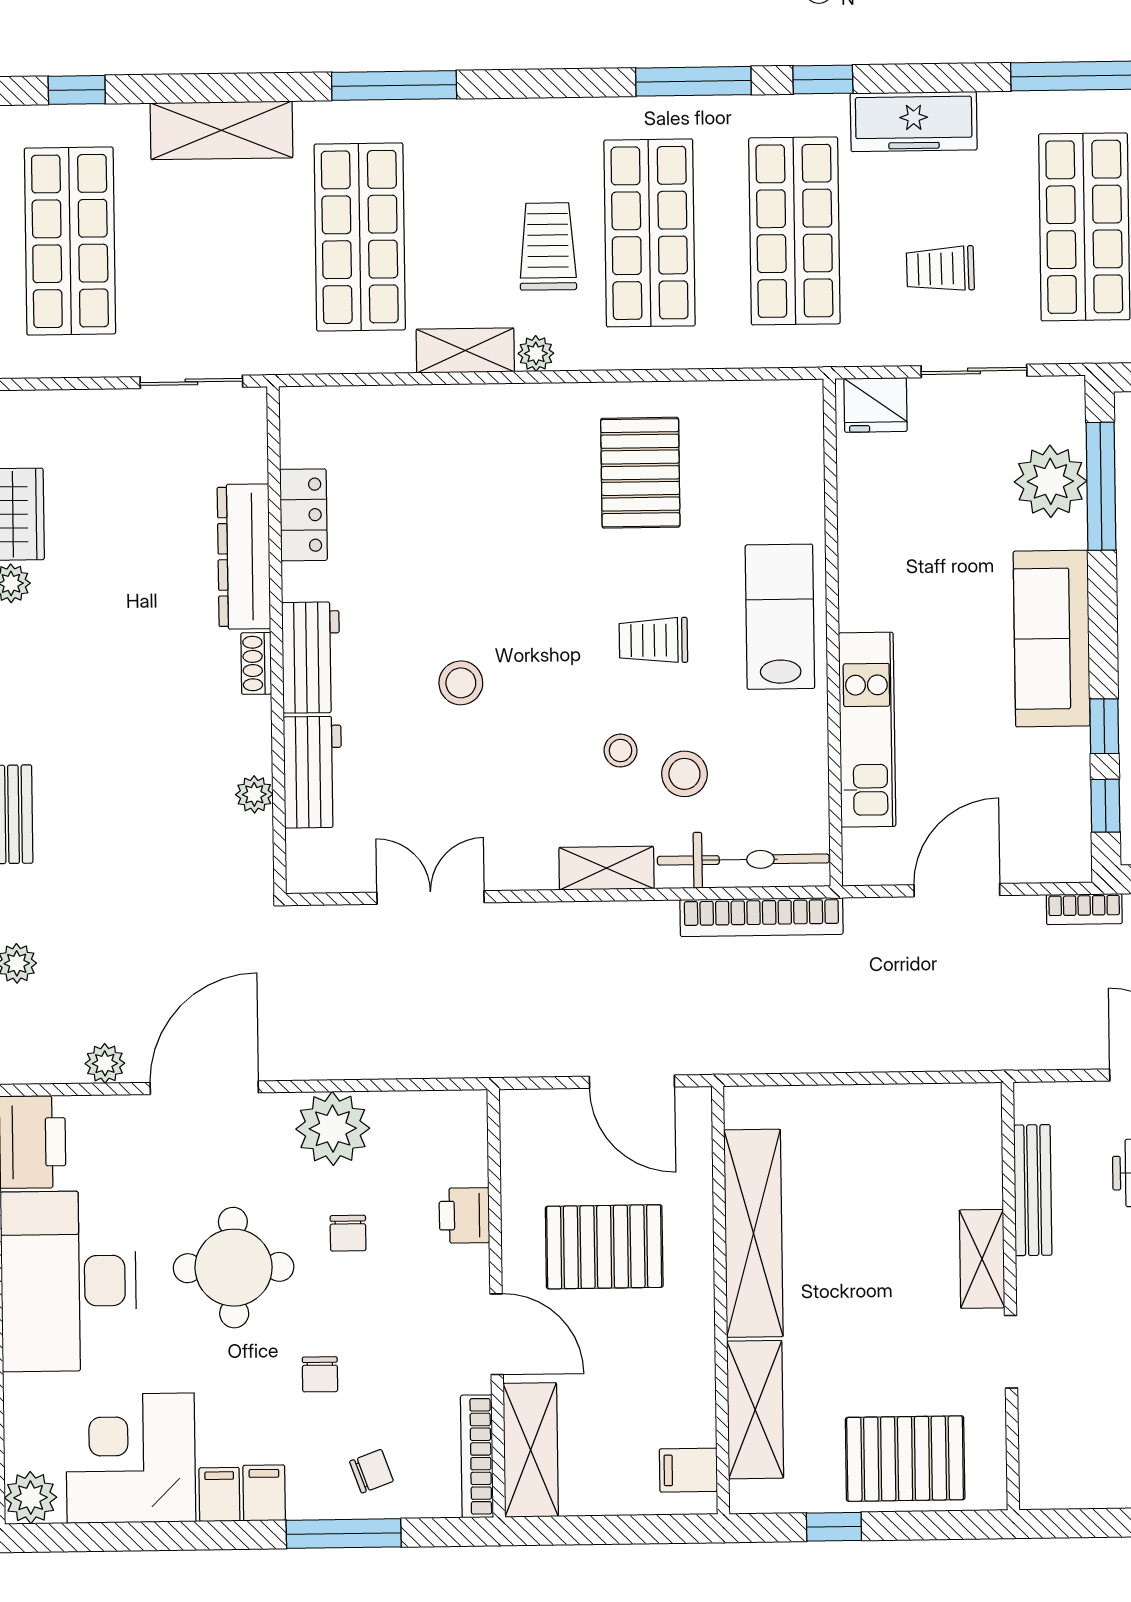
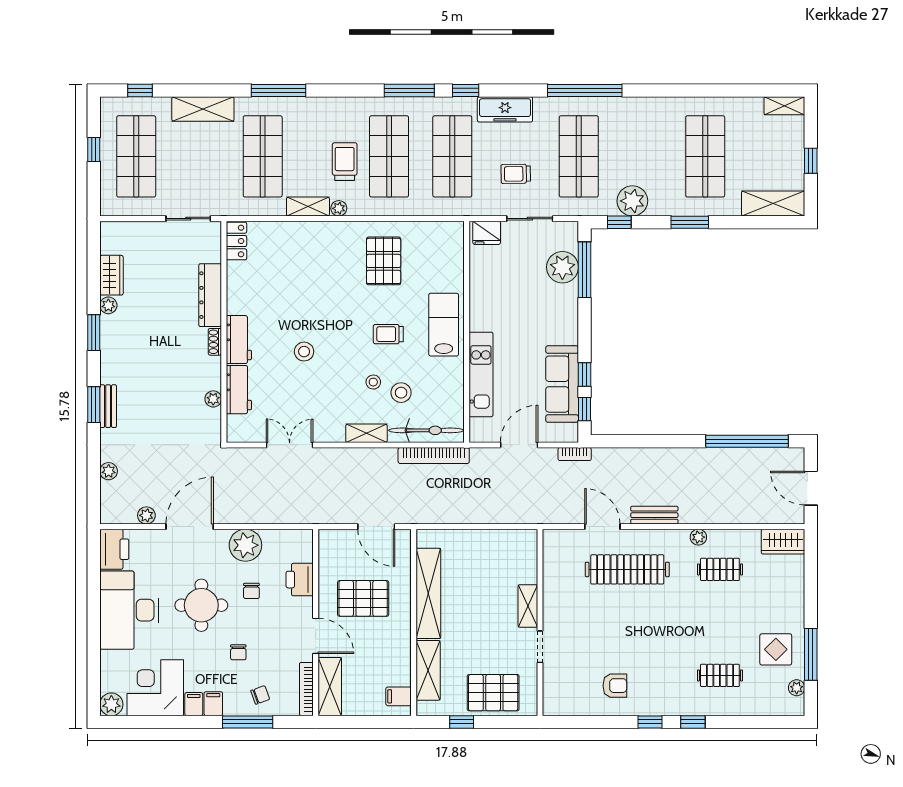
locker: (304, 515) -> (236, 241), moved
sofa: (1052, 639) -> (562, 384), moved
bench: (1033, 1190) -> (550, 576), removed
printer: (464, 1215) -> (300, 580), width x1.36, depth x1.24

